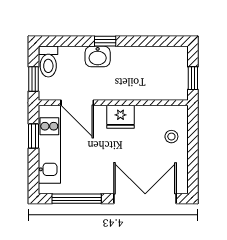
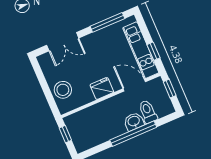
window: (105, 41) -> (133, 134), width x3.17
toilet: (48, 62) -> (148, 112), moved
stool: (171, 137) -> (63, 90), width x1.89, depth x1.89
double door: (145, 199) -> (63, 42), width x0.73

